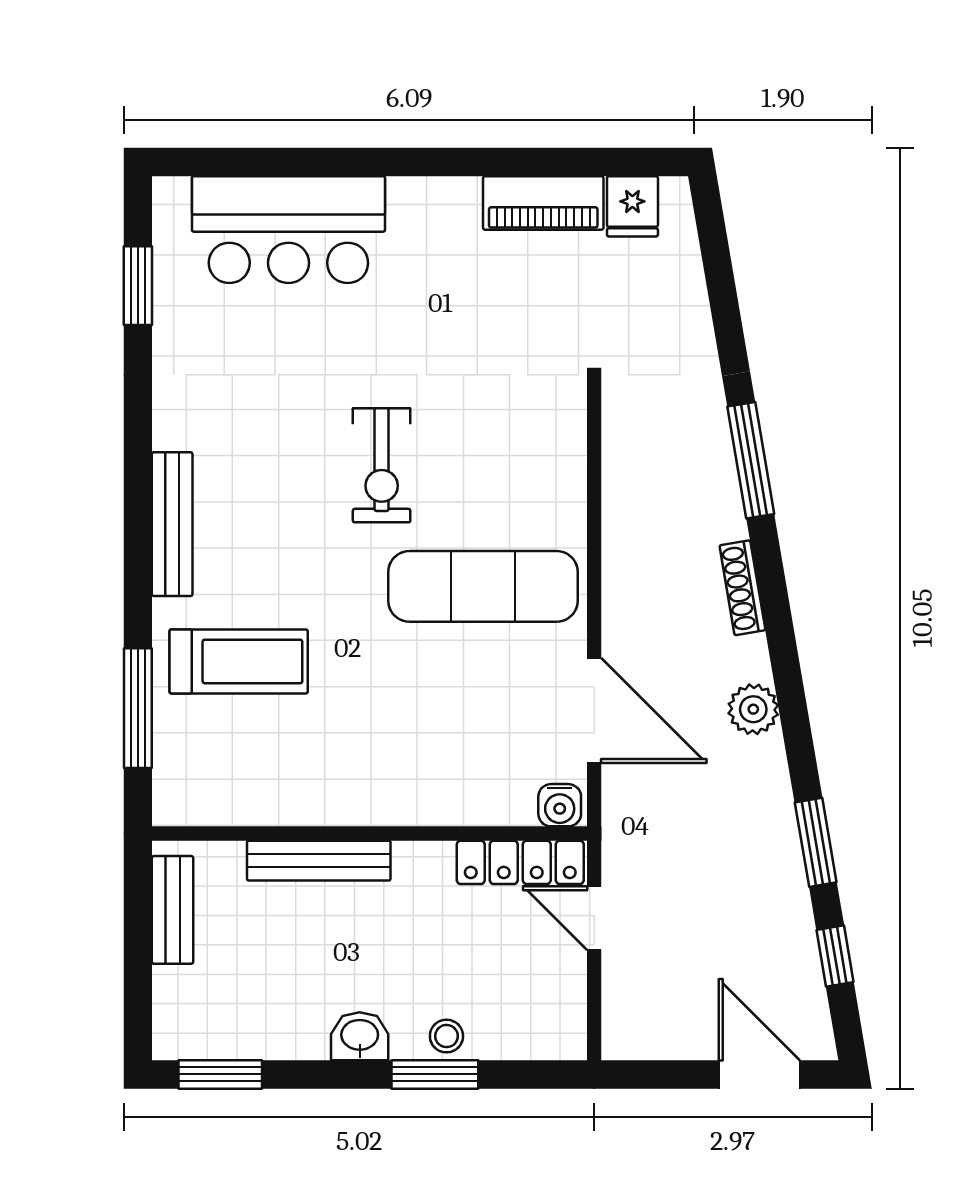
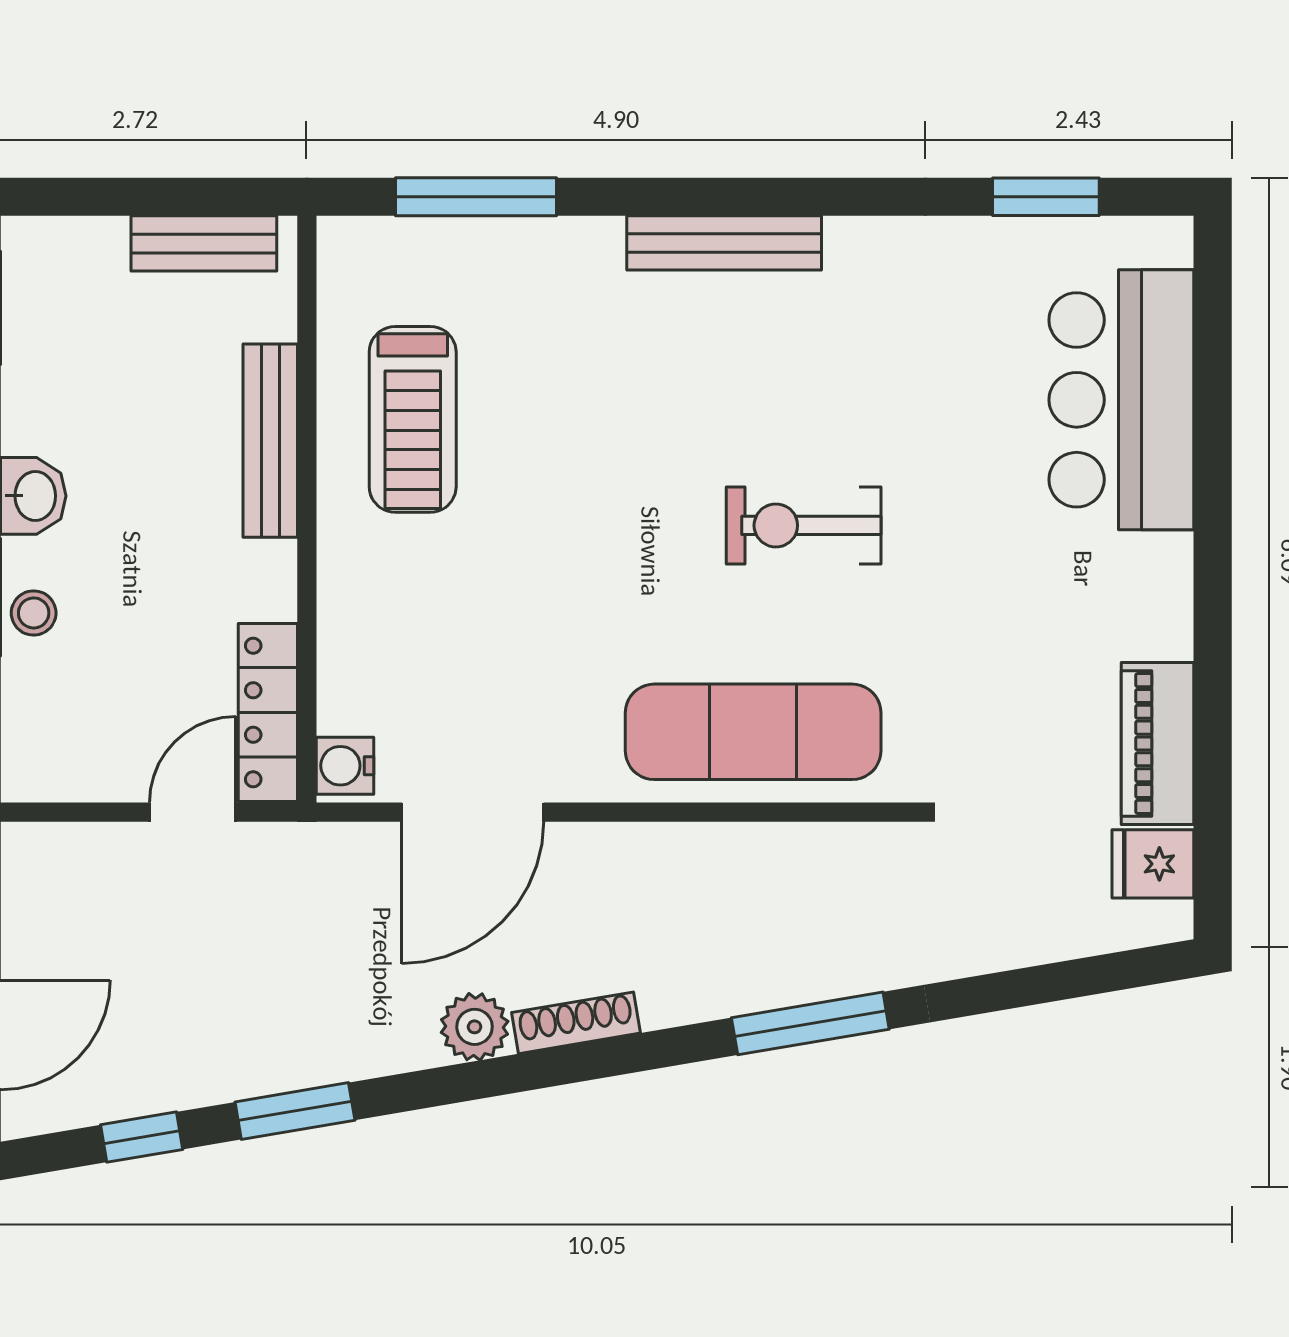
exercise mat: (483, 586) -> (753, 732), moved, turned 90
shoe rack: (742, 588) -> (576, 1023), moved
treadmill: (239, 661) -> (413, 419), moved

